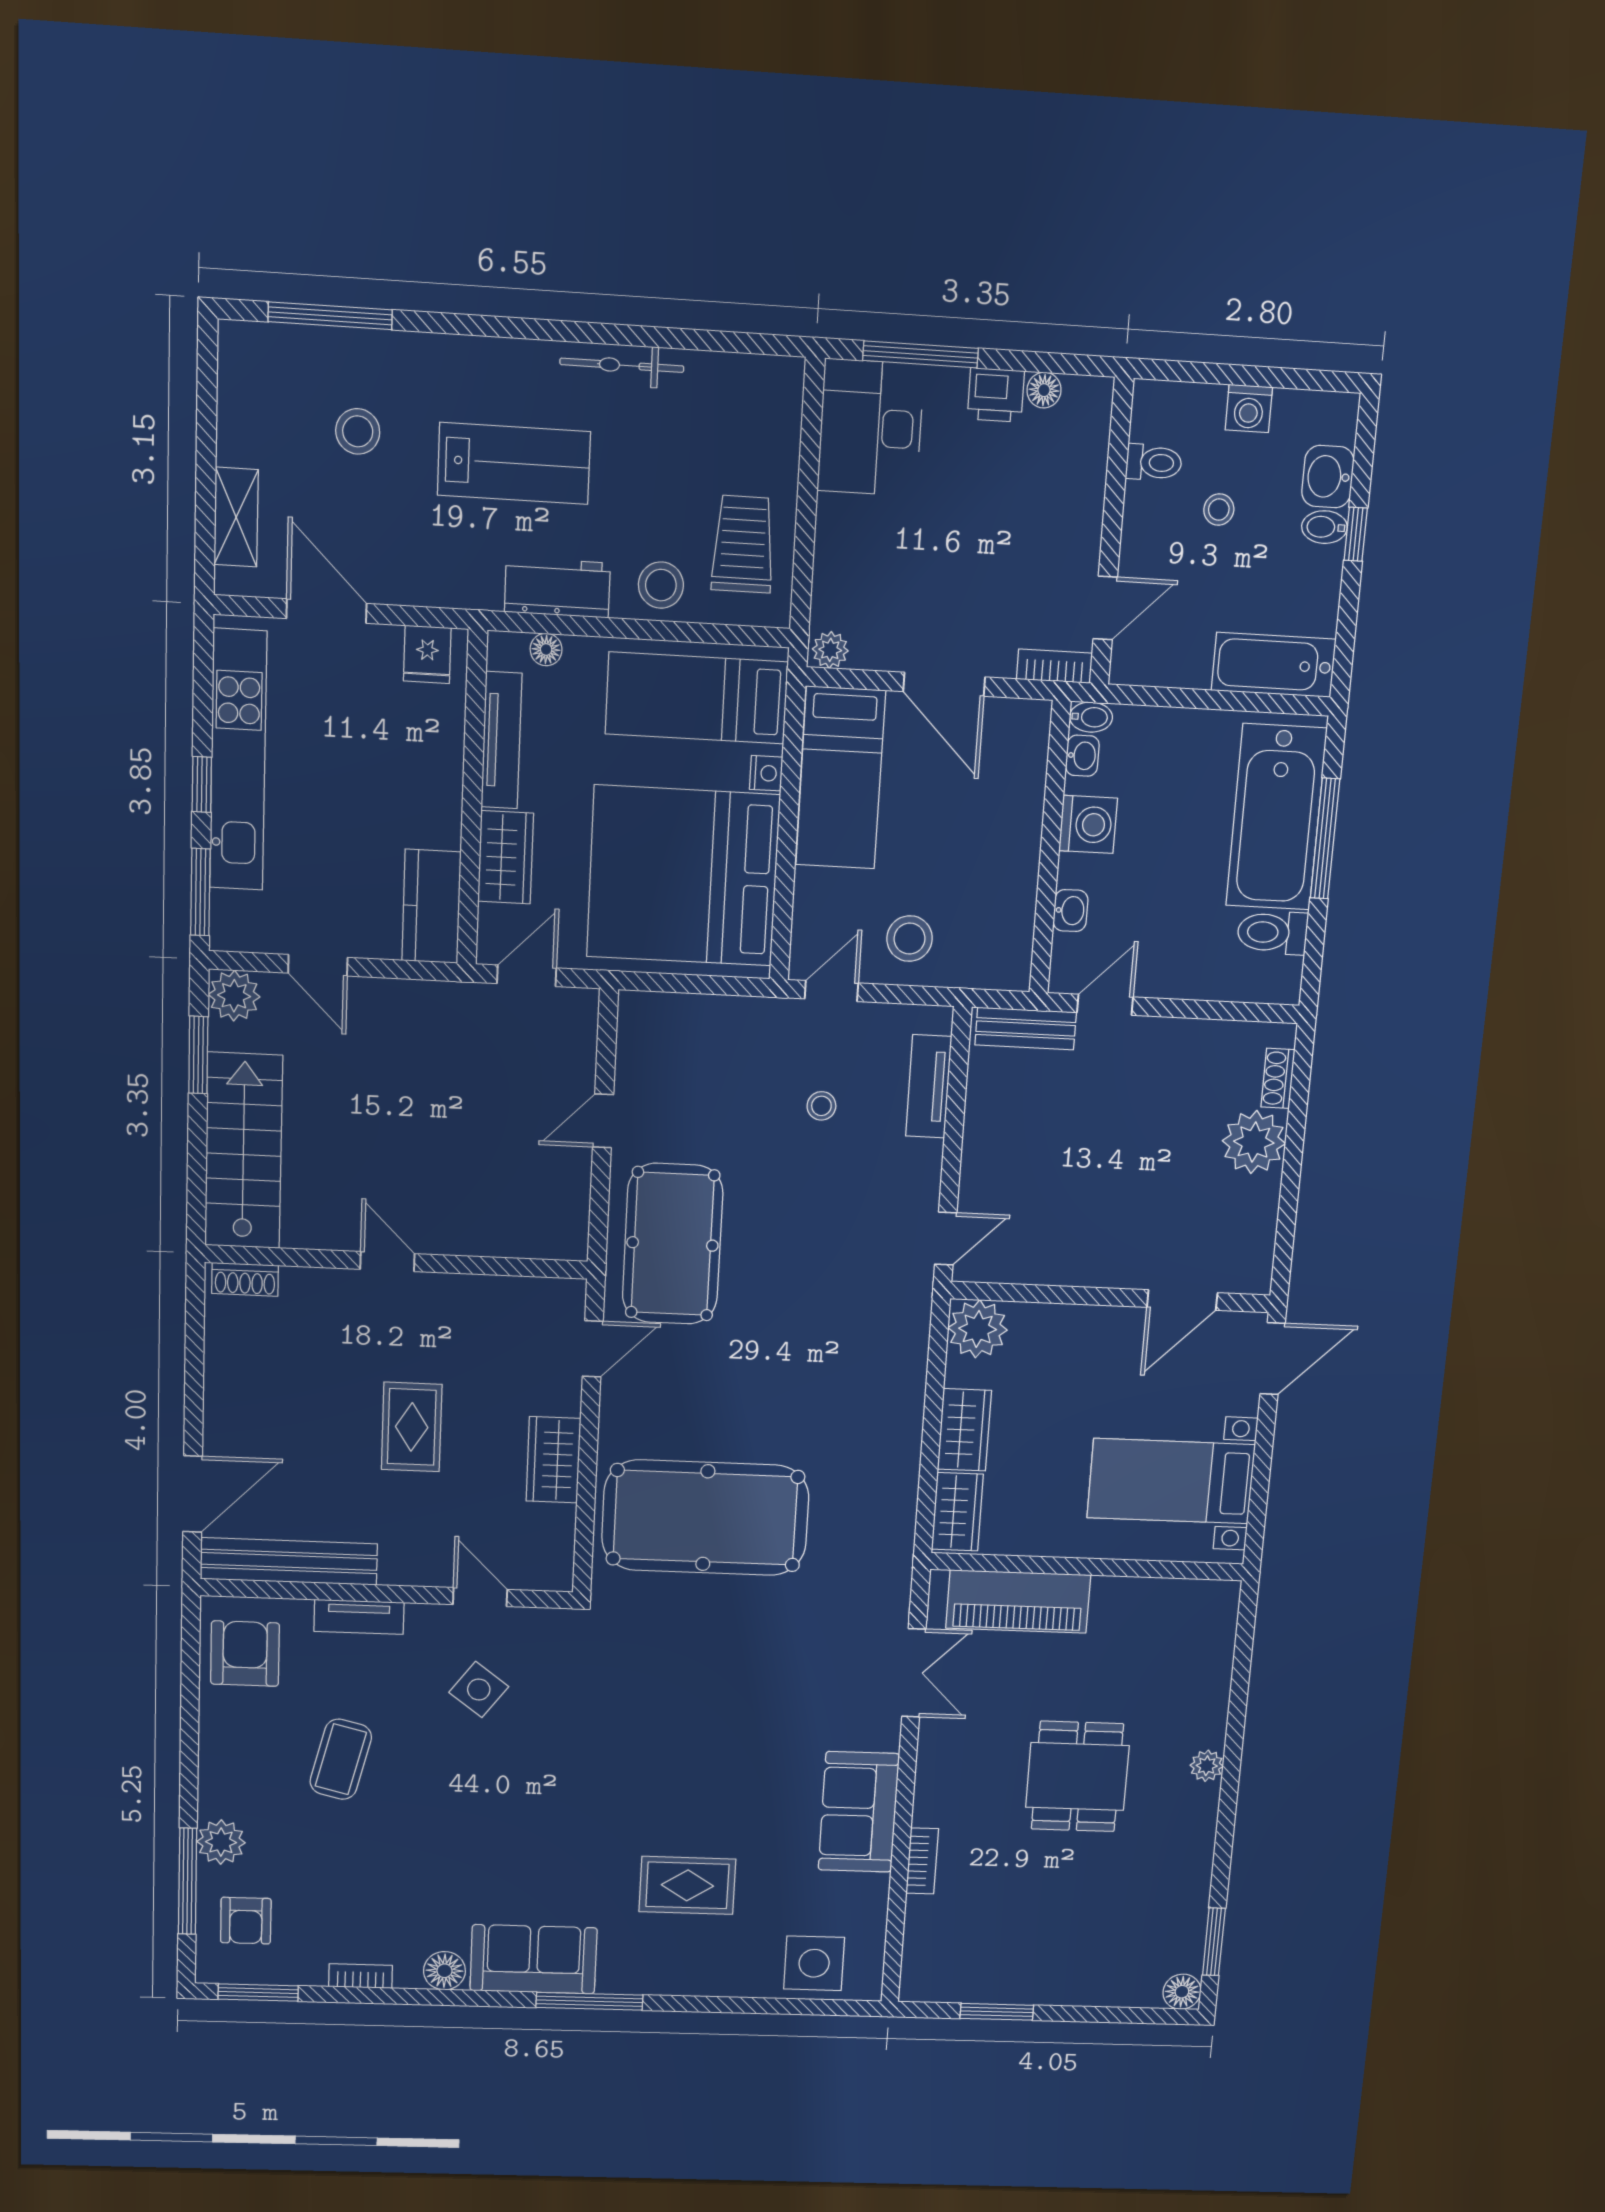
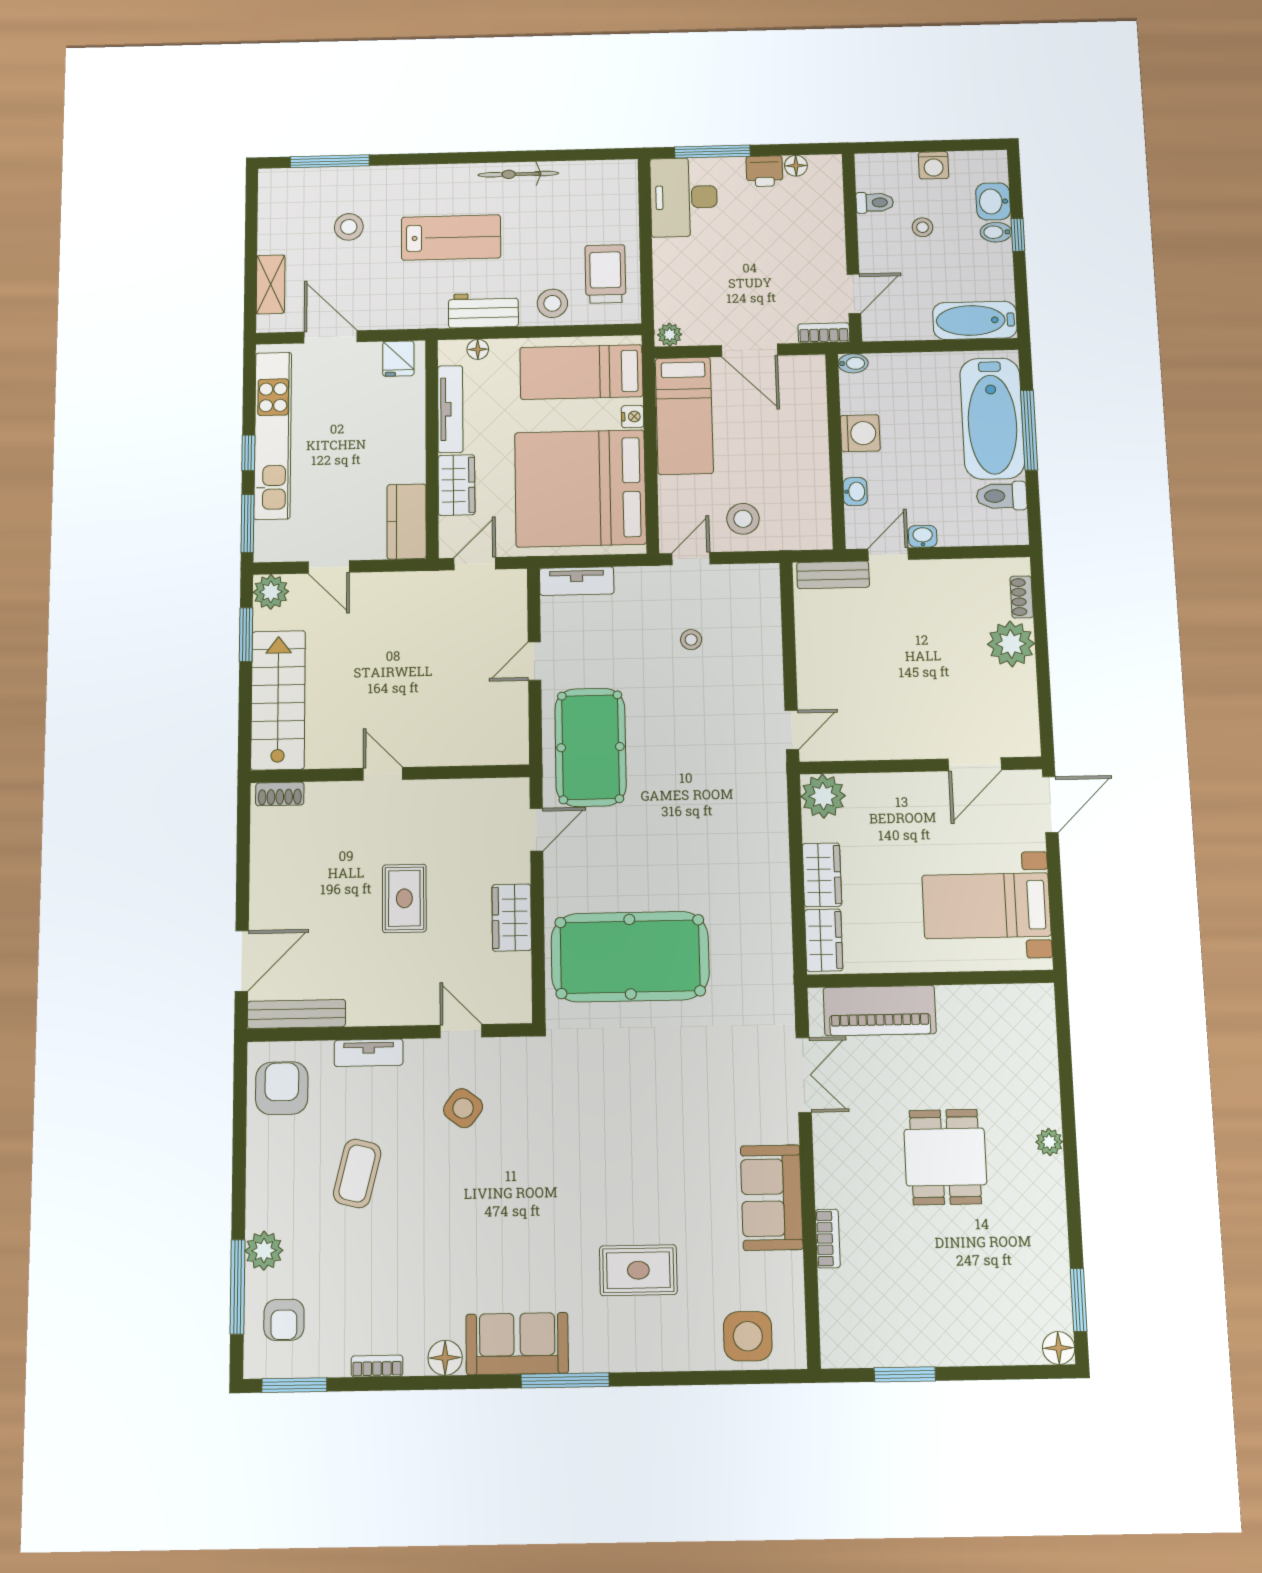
washbasin: (1082, 756) -> (923, 536), moved, turned -90
tv unit: (929, 1086) -> (577, 581), moved, turned -90
bench: (289, 1561) -> (296, 1014), width x0.73, depth x0.82

